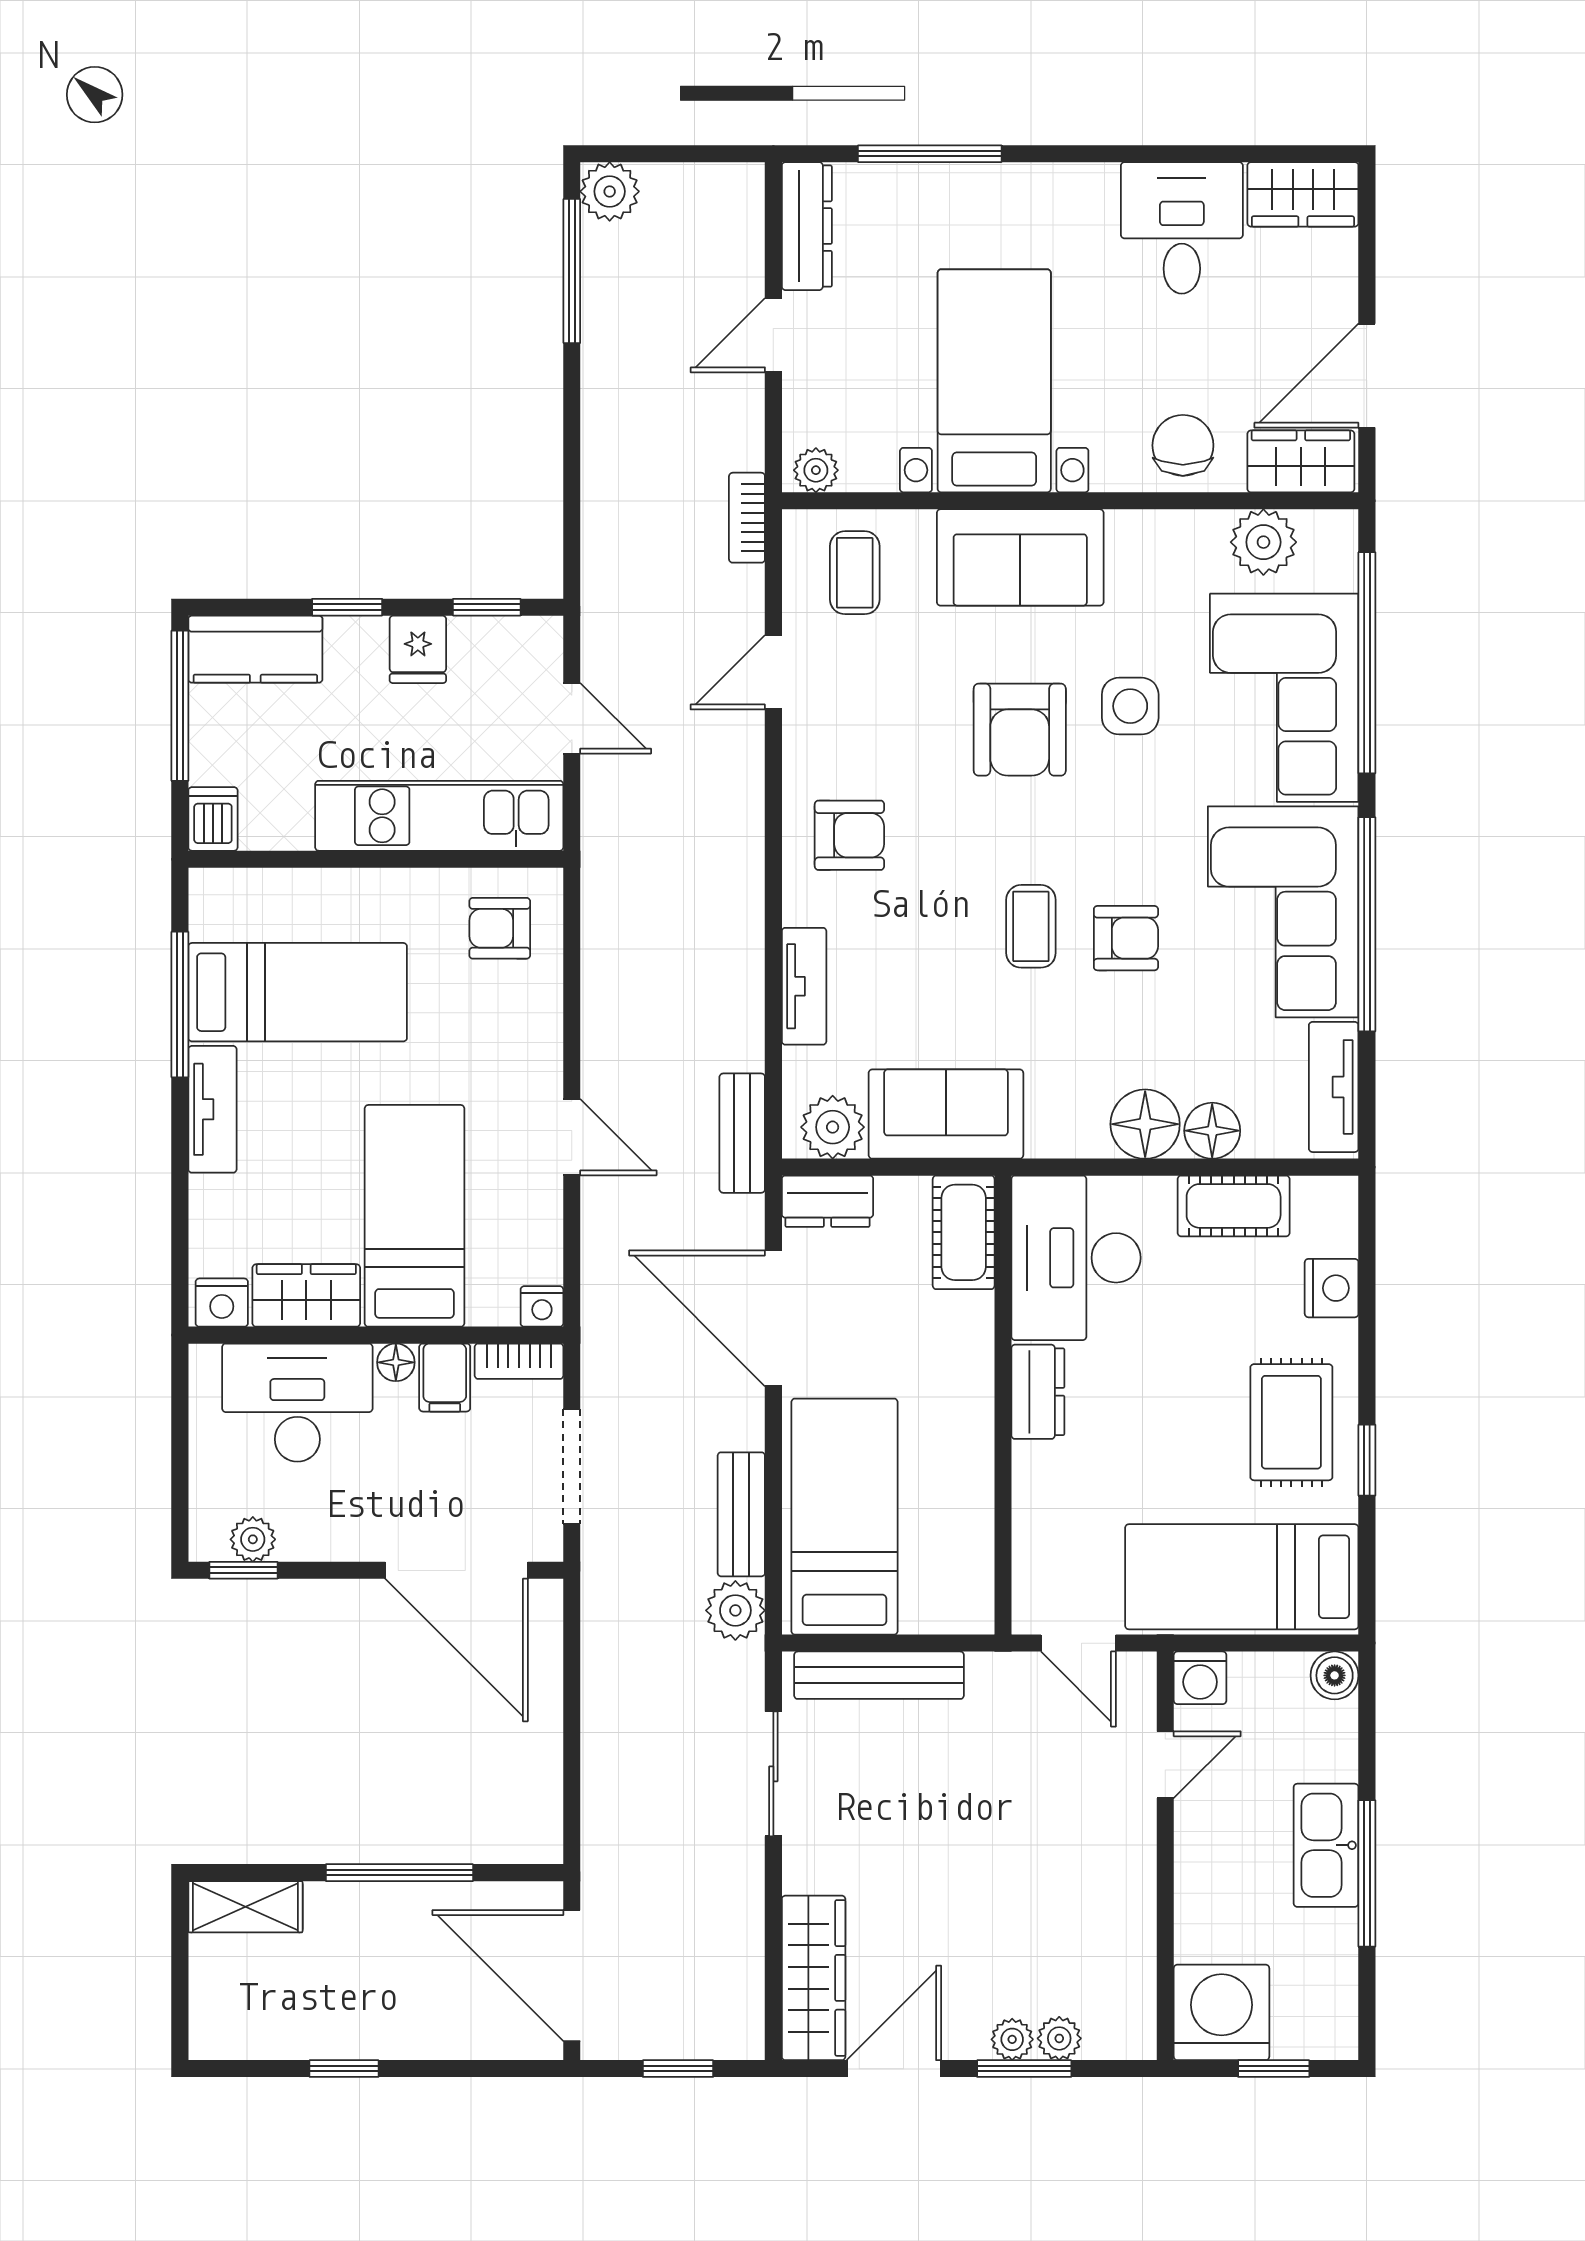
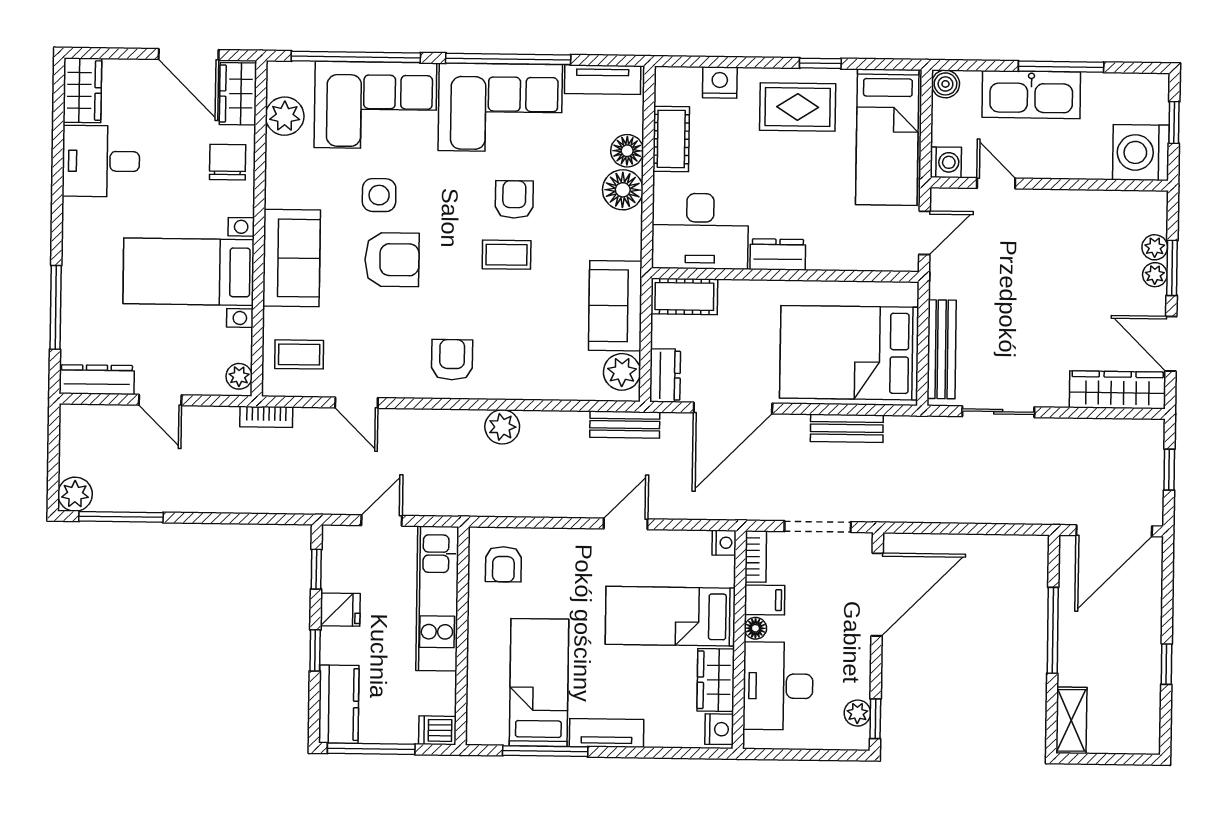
chair: (1183, 445) -> (228, 162), turned 90
tv unit: (804, 986) -> (540, 387), removed
bed: (845, 1517) -> (849, 353), width x1.50
plant: (735, 1610) -> (502, 427), moved
kitchen sink: (1326, 1845) -> (1031, 95), width x1.36, depth x1.24

